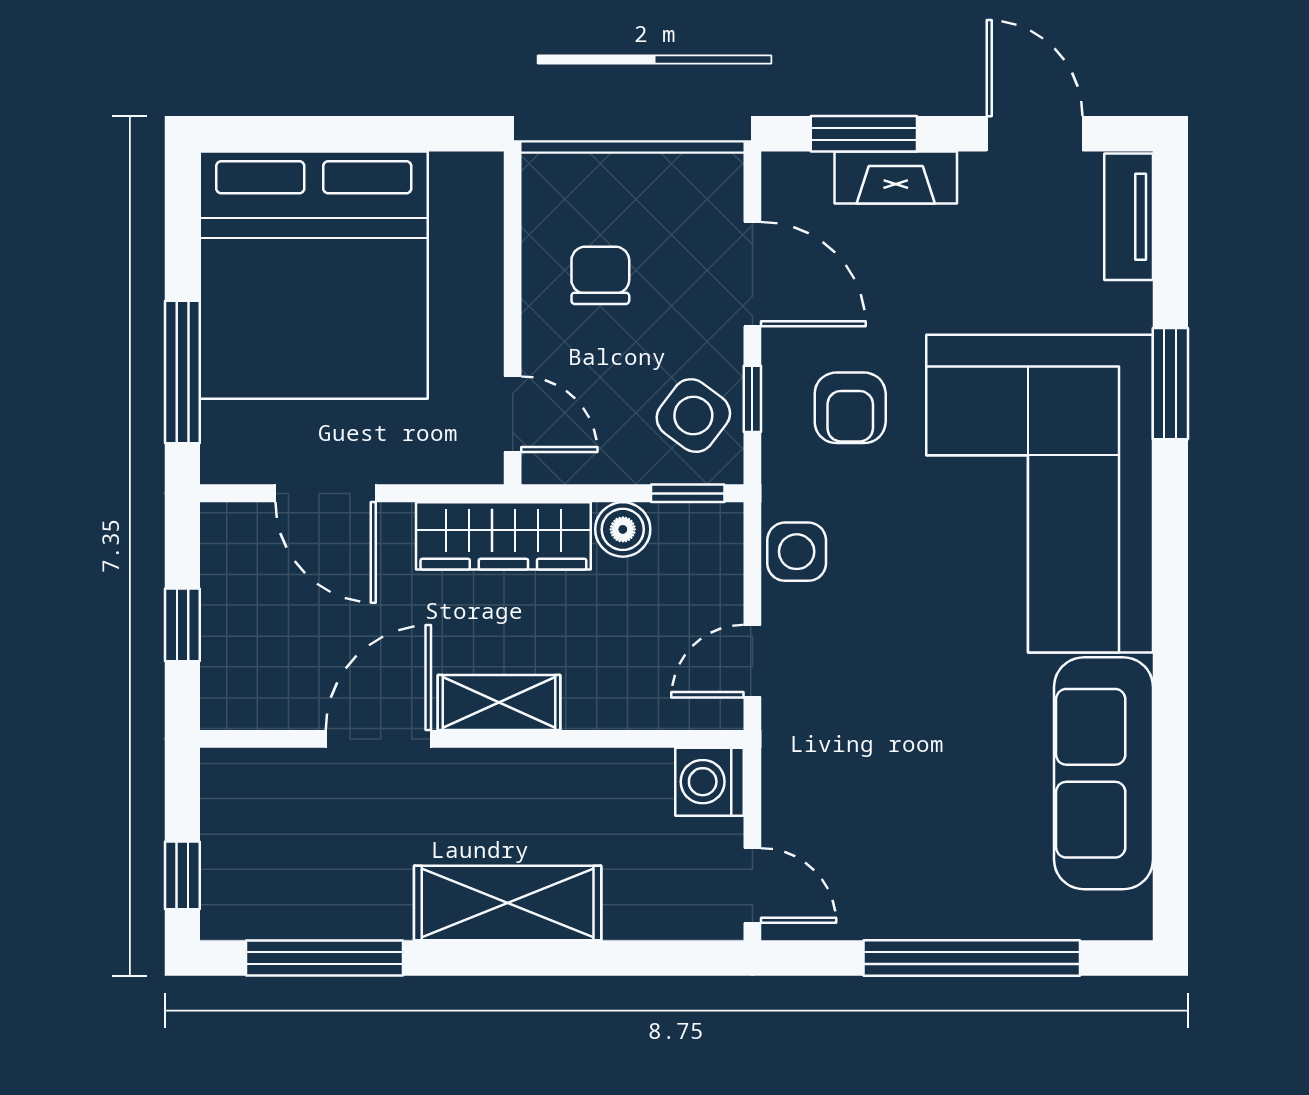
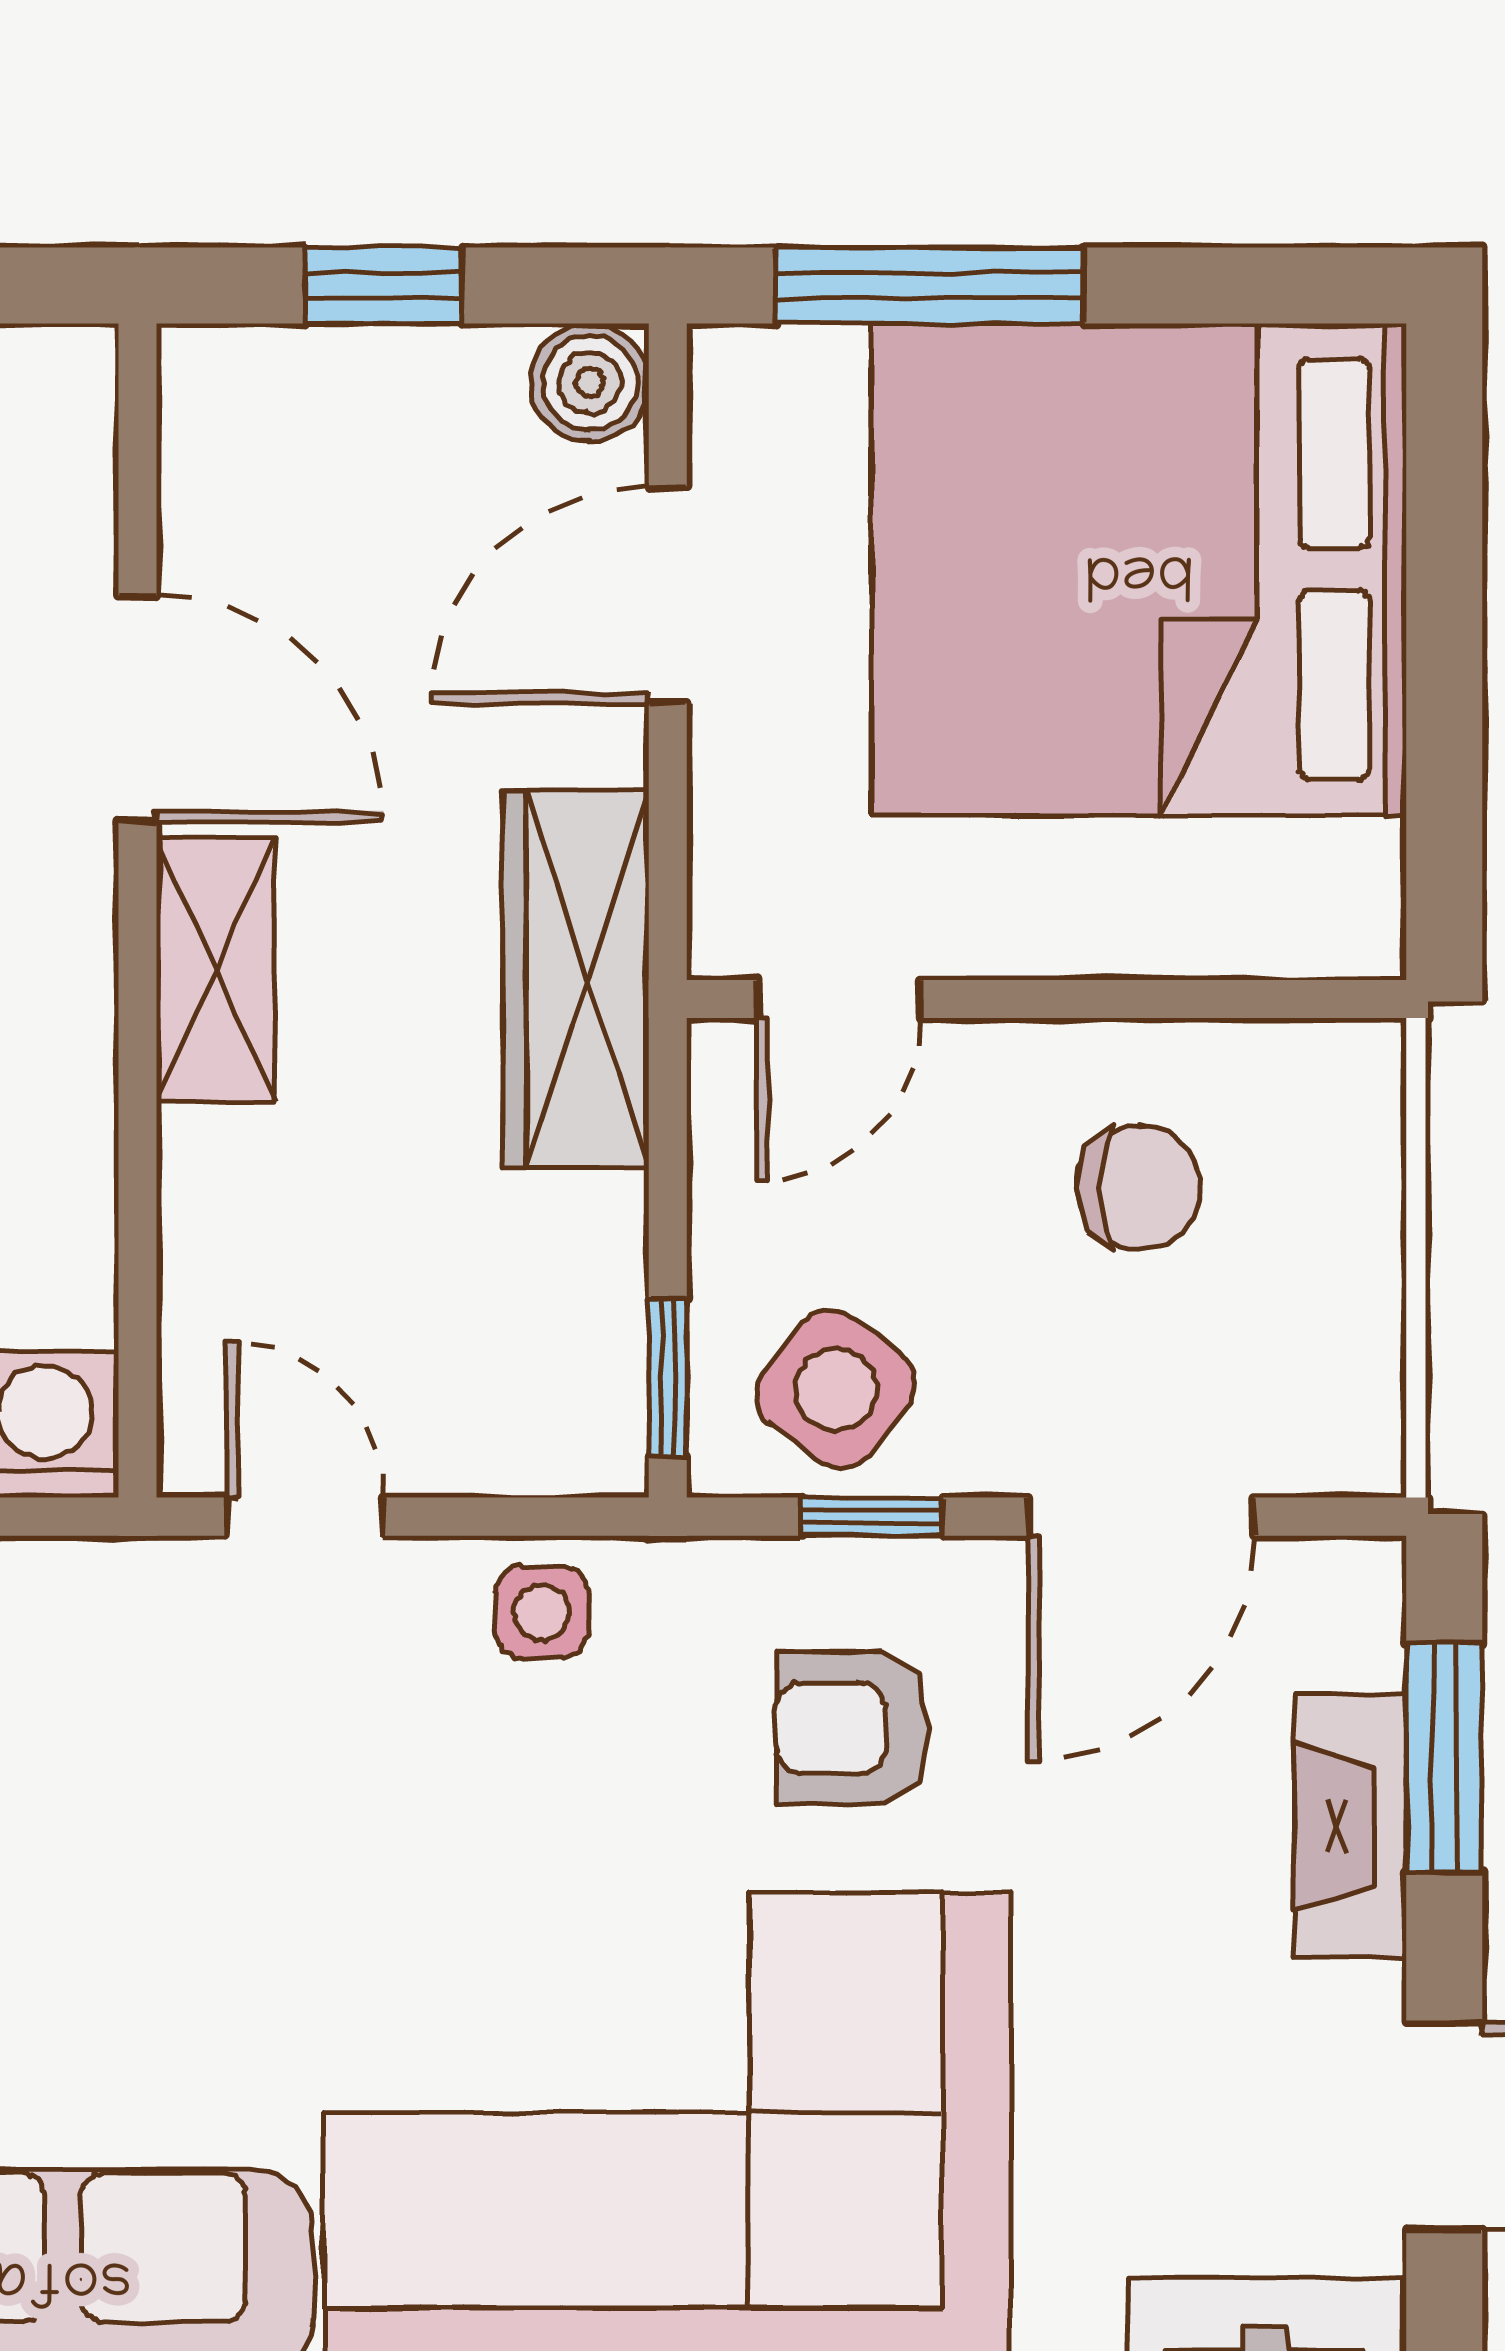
boiler: (623, 529) -> (590, 383), moved
side table: (797, 552) -> (542, 1612), width x0.73, depth x0.73

